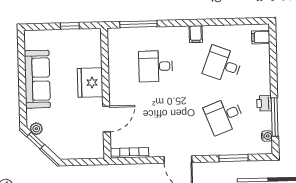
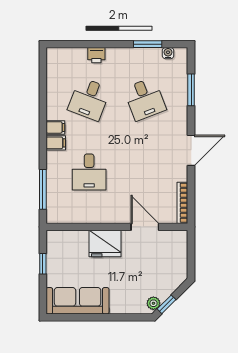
filing cabinet: (261, 37) -> (56, 143), moved, turned -90
sofa: (37, 79) -> (78, 301), moved
printer: (264, 103) -> (96, 55), moved
window: (275, 117) -> (148, 44), width x0.69

